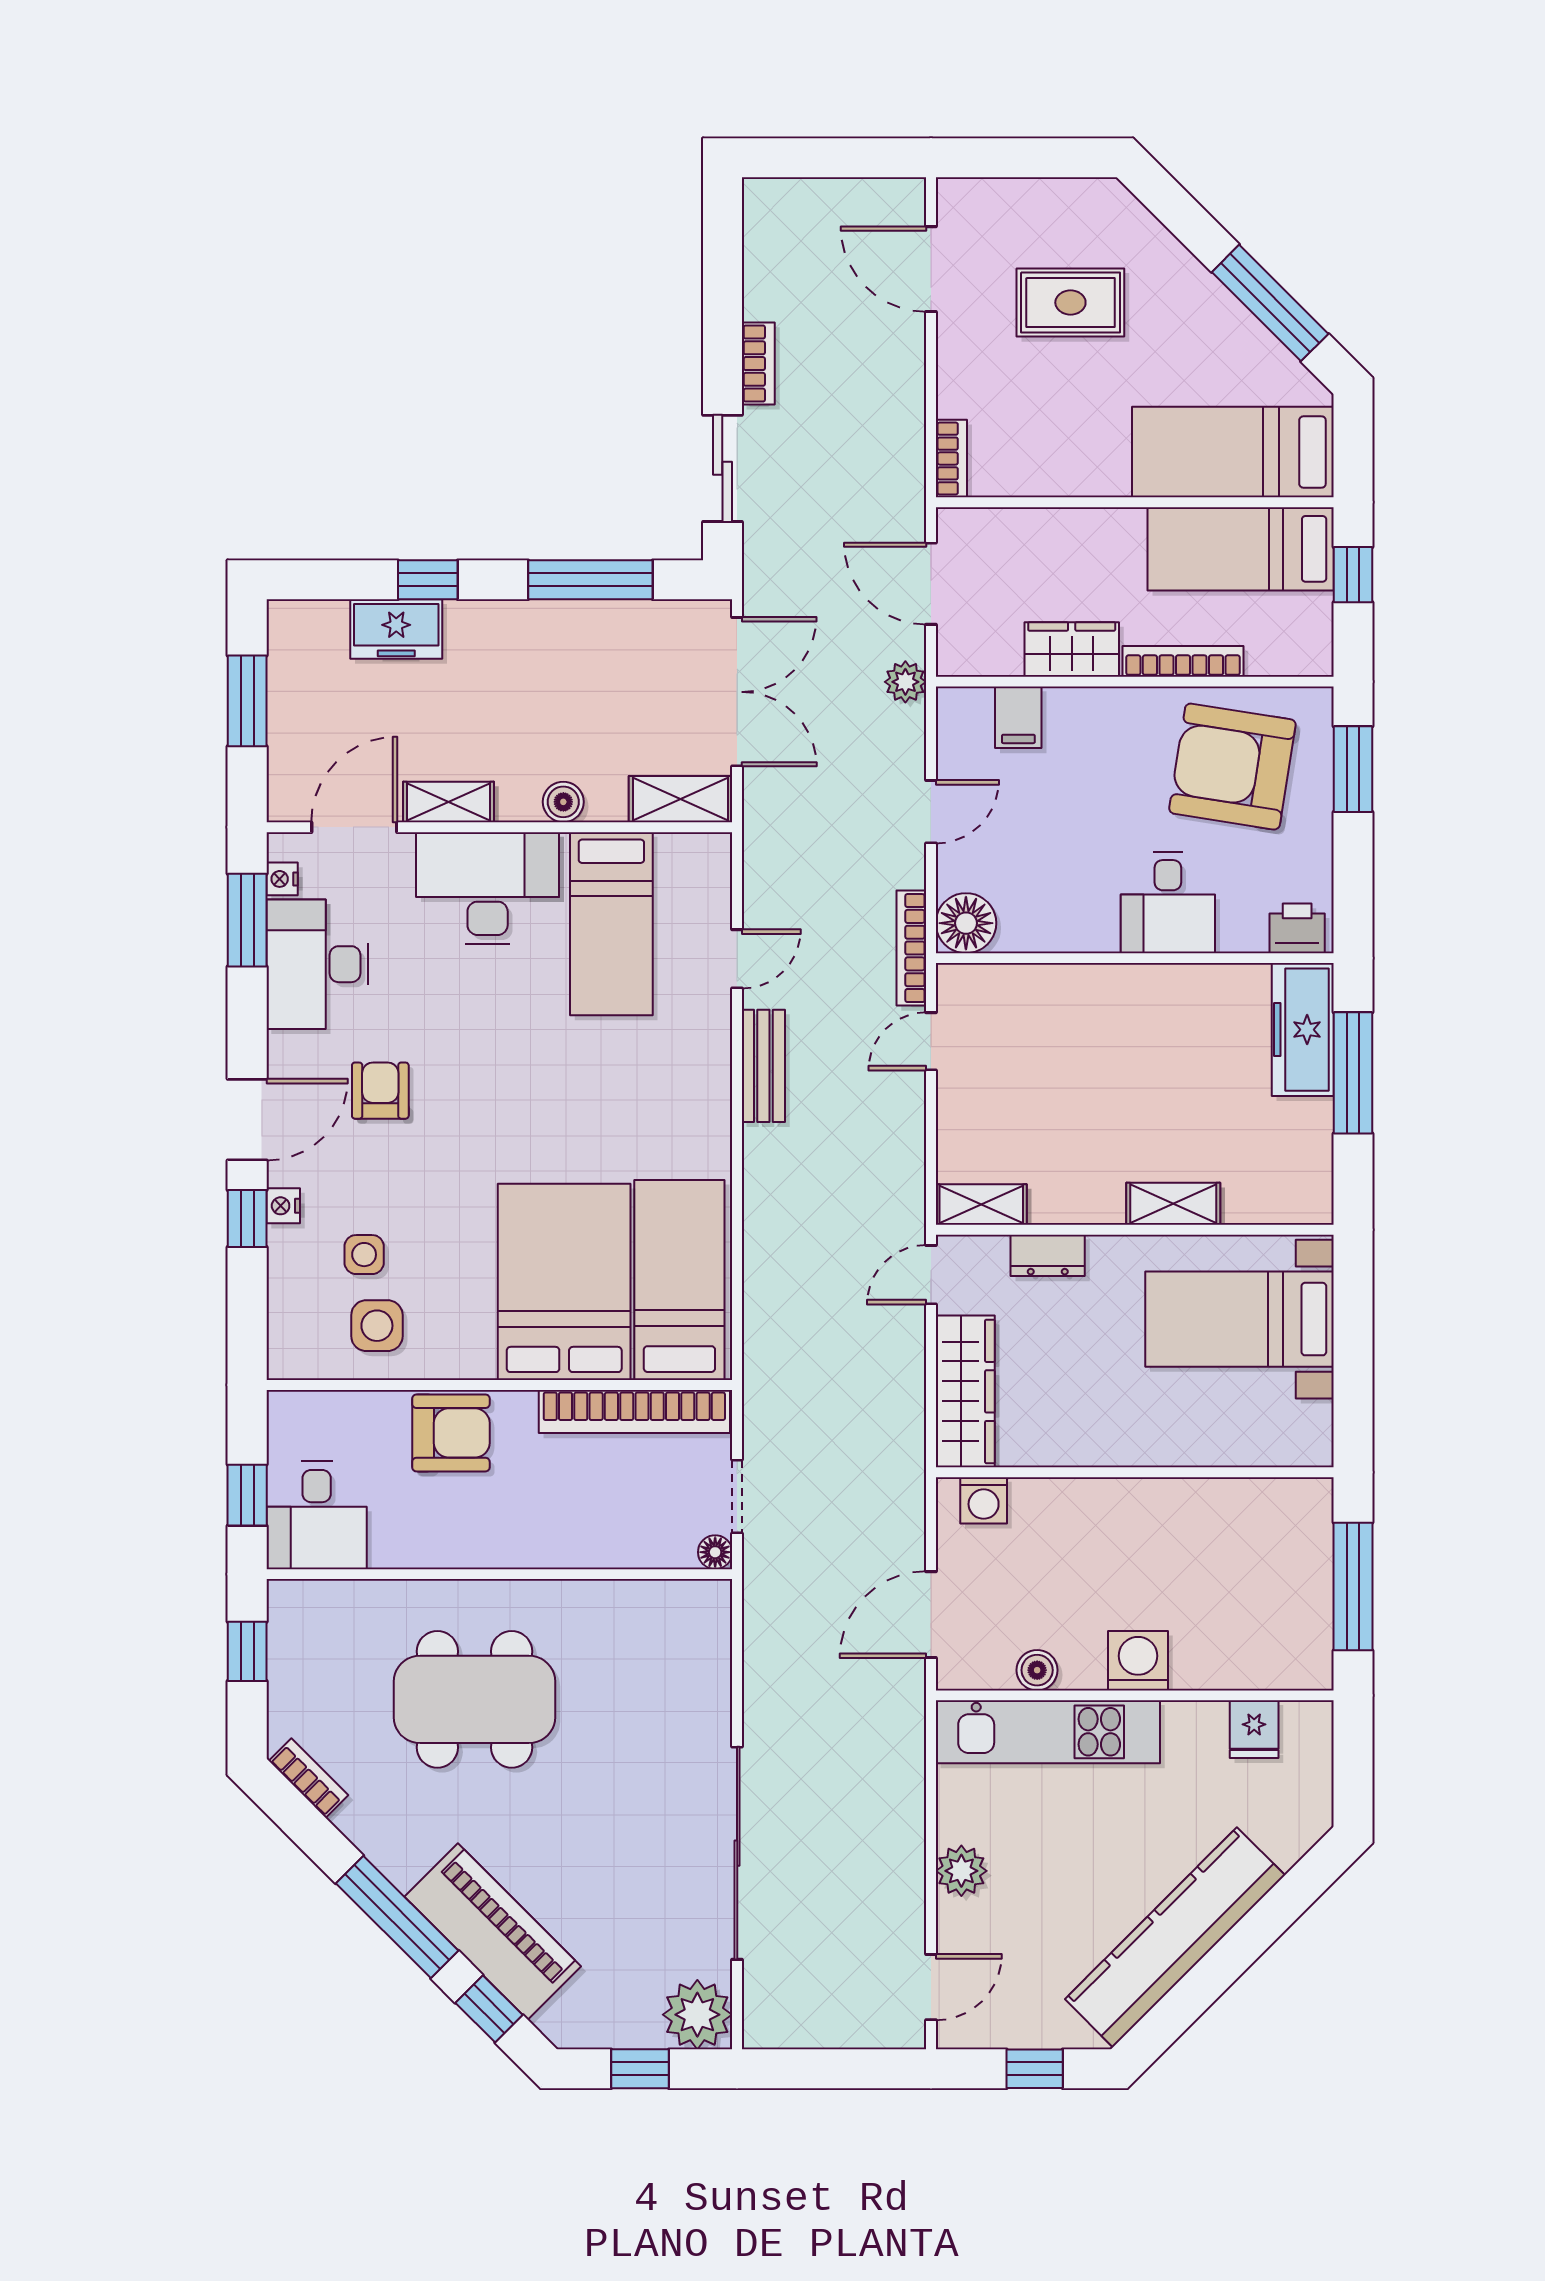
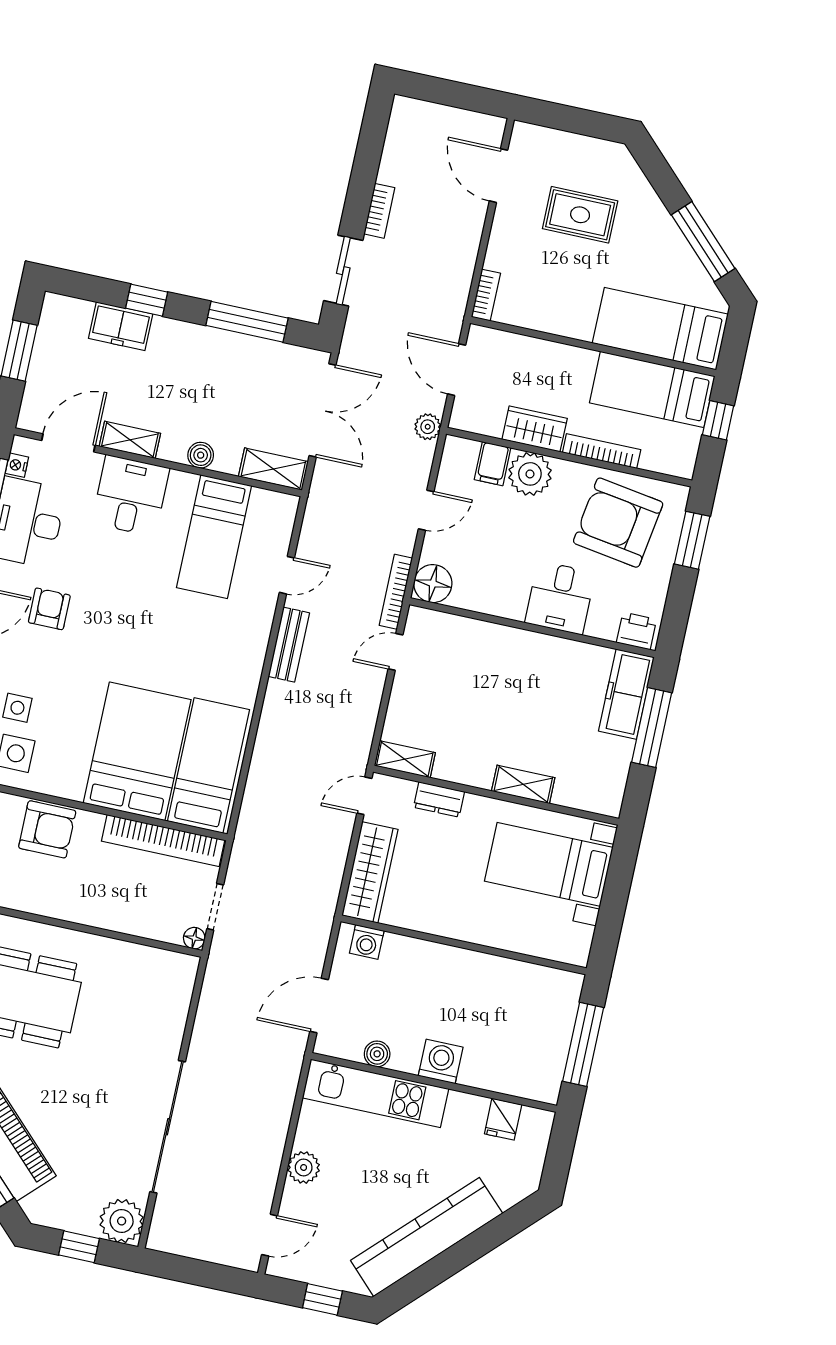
plant: (1080, 721) -> (530, 474), added
desk: (488, 888) -> (131, 496), width x0.73

